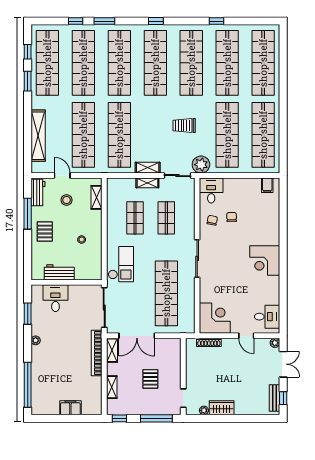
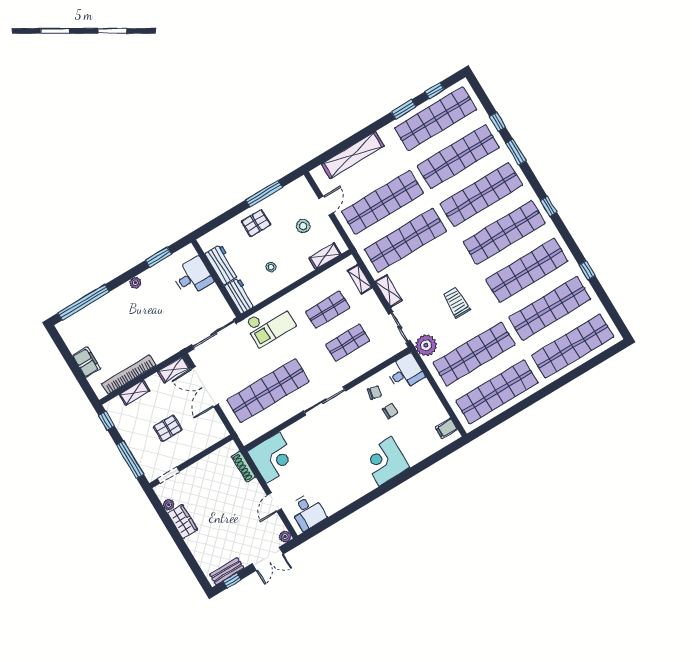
shelving: (147, 183) -> (360, 279), moved
workbench: (38, 193) -> (240, 296), moved, turned -90
corner desk: (265, 260) -> (385, 461), moved
bookcase: (97, 353) -> (129, 375), moved

